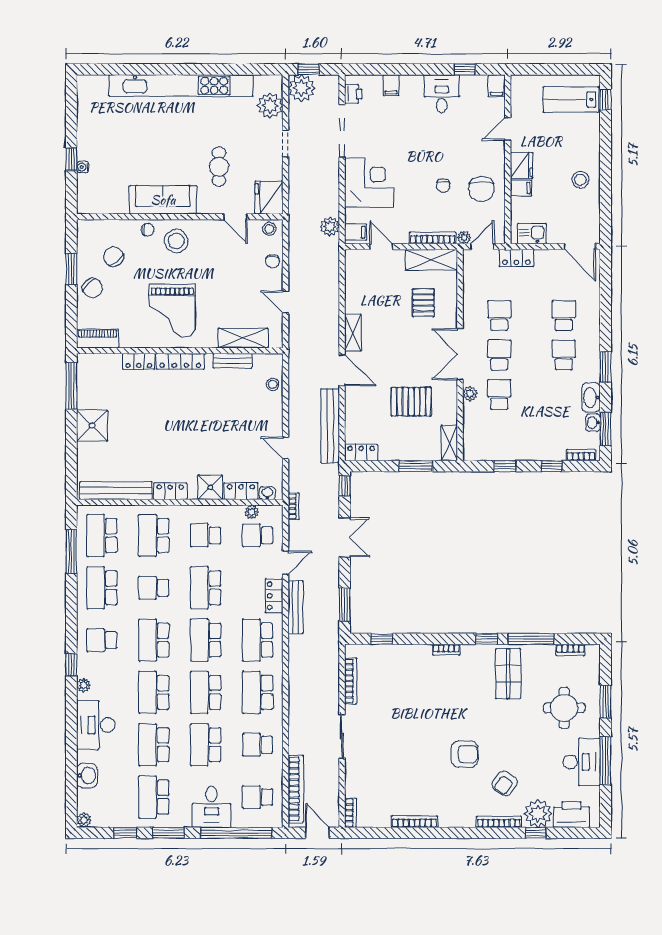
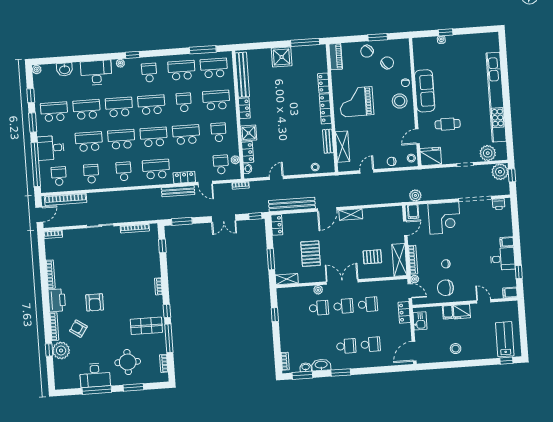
filing cabinet: (391, 85) -> (507, 242), moved
window: (552, 466) -> (277, 344), removed
school desk: (258, 692) -> (124, 171), width x0.54
printer: (571, 815) -> (57, 300), moved

